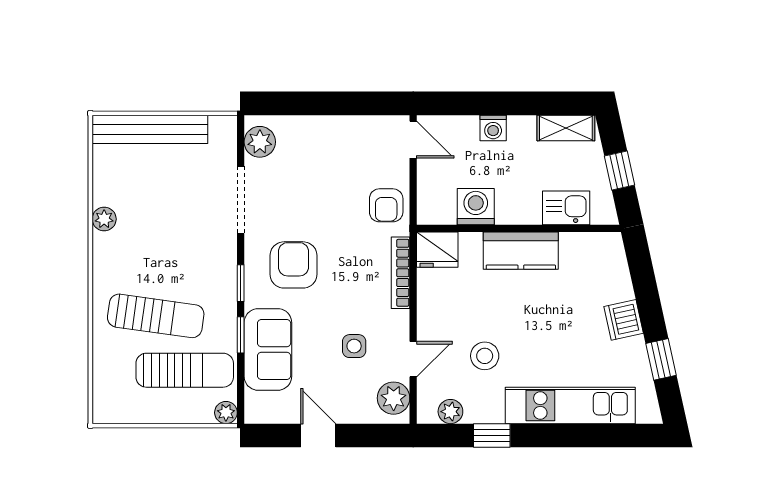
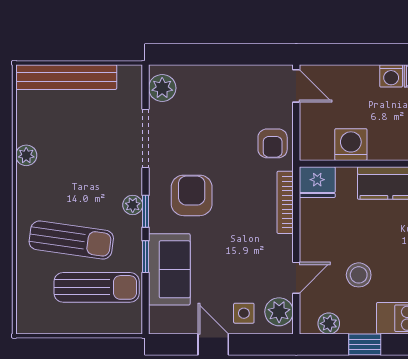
washing machine: (493, 128) -> (391, 76), moved
side table: (354, 346) -> (244, 313), moved
plant: (226, 413) -> (133, 205), moved

